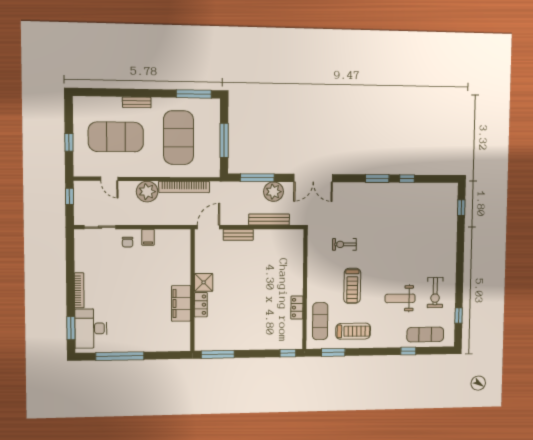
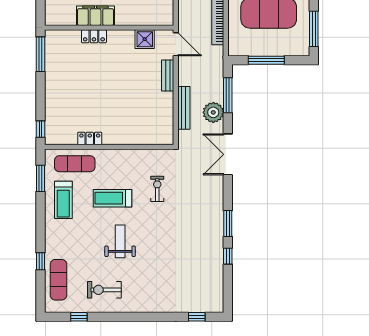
shower: (204, 282) -> (145, 39), moved
weight bench: (400, 298) -> (120, 241), moved

